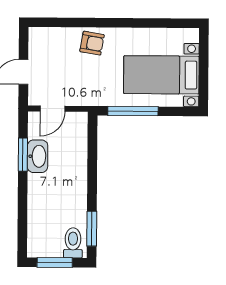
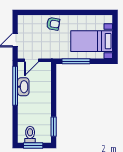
window: (23, 155) -> (15, 86), width x2.11
toilet: (73, 243) -> (30, 135), moved

